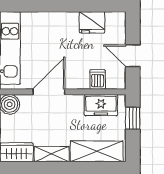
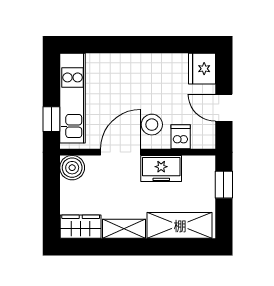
fridge: (92, 22) -> (202, 69), moved, turned 90
stool: (74, 69) -> (152, 125), added
freezer: (101, 105) -> (161, 169), moved

